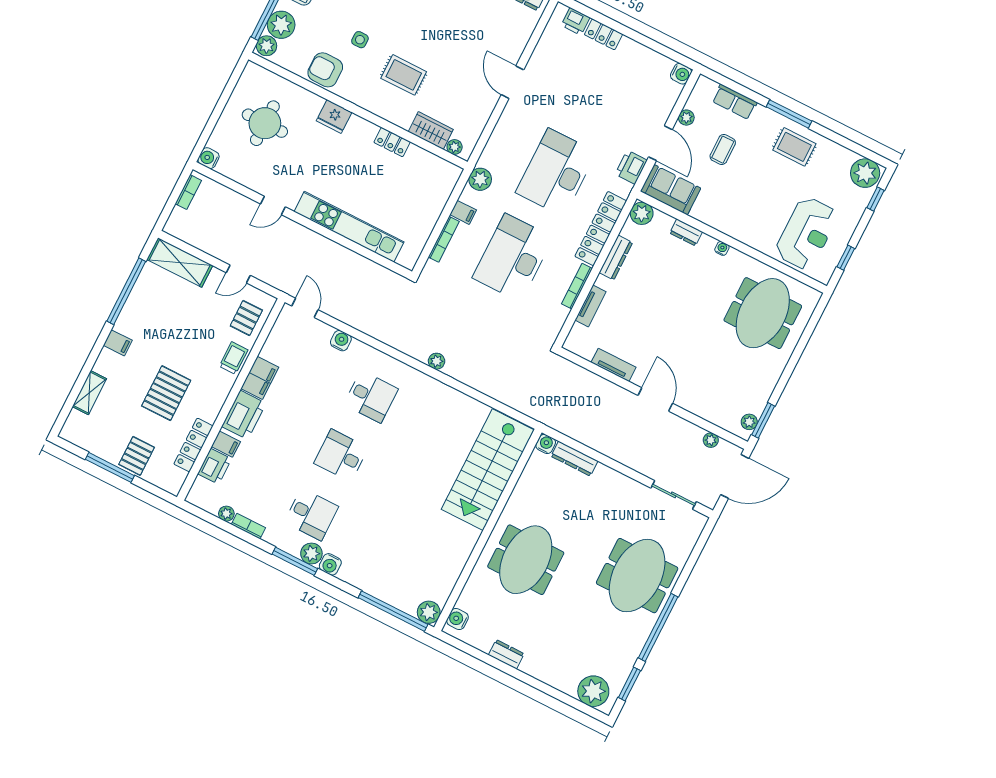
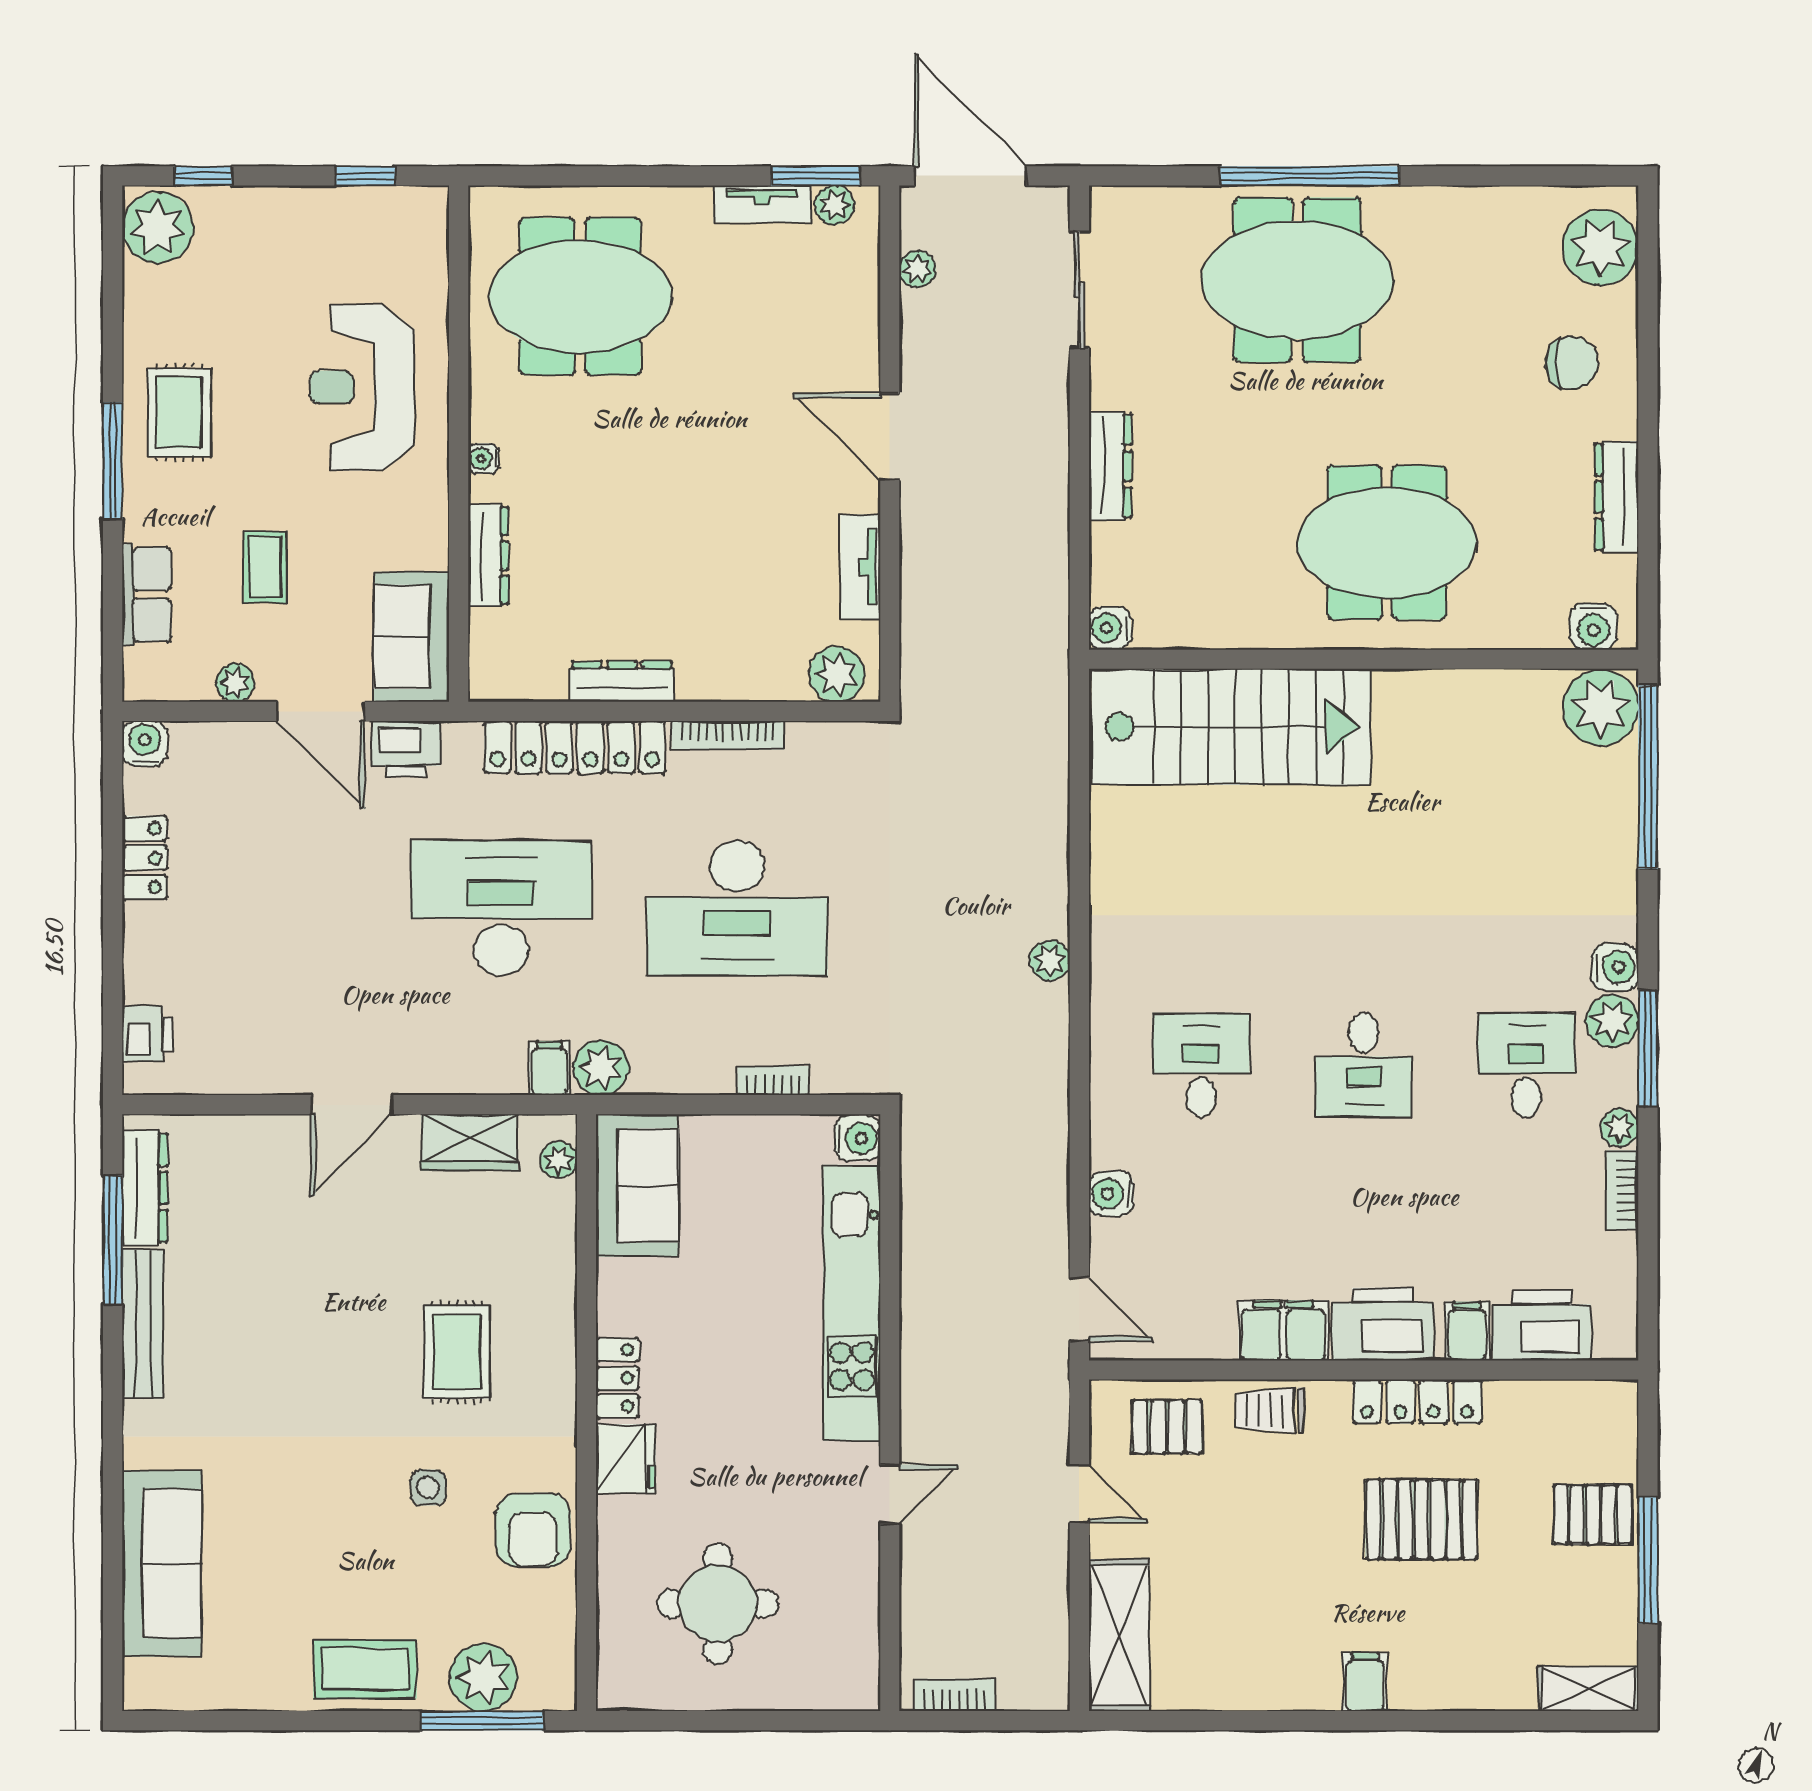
locker: (604, 34) -> (145, 858), moved
plant: (266, 46) -> (546, 1686), removed
wardrobe: (431, 131) -> (470, 1142), moved, turned -90
locker: (392, 142) -> (617, 1378), moved
door: (660, 143) -> (320, 711), swing flipped
coffee table: (723, 150) -> (265, 567), turned 90
water cooler: (209, 158) -> (858, 1138), moved, turned -90
sofa: (431, 171) -> (637, 1185), added
desk: (556, 172) -> (501, 908), turned 180
door: (273, 205) -> (890, 1494), hinge flipped
filing cabinet: (463, 212) -> (549, 1068), moved
plant: (642, 213) -> (837, 674), moved
dresser: (686, 232) -> (488, 555), width x1.44
reception desk: (806, 233) -> (362, 387), moved, turned -90
bookcase: (444, 239) -> (774, 1081), width x0.64
window: (126, 291) -> (1242, 1721), removed
tv unit: (591, 306) -> (762, 204), moved, turned 180
door: (305, 308) -> (1079, 1309), swing flipped
shelving: (89, 393) -> (1588, 1689), moved
door: (655, 399) -> (890, 437), hinge flipped
locker: (193, 445) -> (1417, 1402), moved
dresser: (574, 459) -> (1110, 466), moved
printer: (215, 466) -> (1542, 1325), width x1.37, depth x1.19
plant: (226, 514) -> (1620, 1128), moved
plant: (429, 612) -> (1601, 708), width x1.36, depth x1.36
window: (658, 627) -> (1310, 176), moved
dresser: (506, 654) -> (1617, 497), width x1.44
chair: (557, 660) -> (1572, 363), added
window: (629, 684) -> (1544, 176), removed

